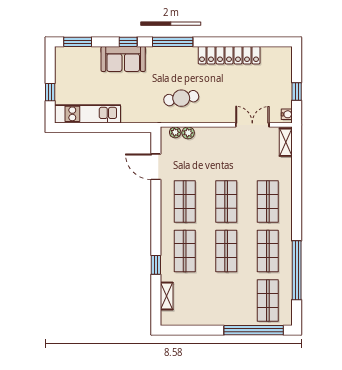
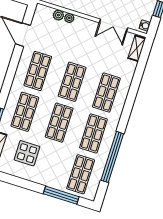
double door: (252, 125) -> (114, 25), swing flipped
plant: (175, 132) -> (69, 18), moved
display table: (201, 296) -> (27, 153), added
window: (254, 330) -> (61, 195), width x0.68

